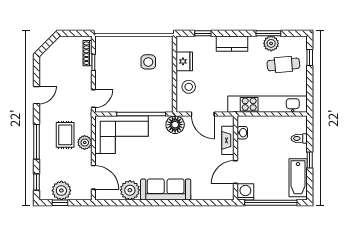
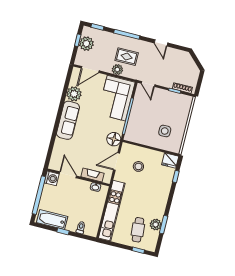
kitchen counter: (232, 44) -> (163, 196), removed
fridge: (184, 61) -> (170, 160), moved
stool: (189, 87) -> (138, 166), moved

